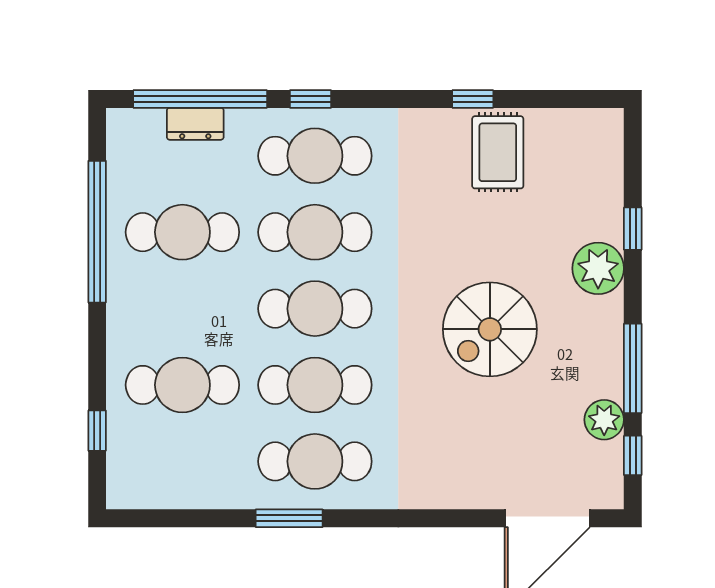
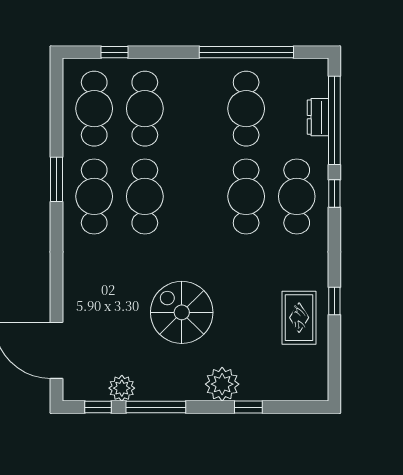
rug: (498, 152) -> (299, 318), turned 90
cafe table: (315, 309) -> (94, 109), moved

